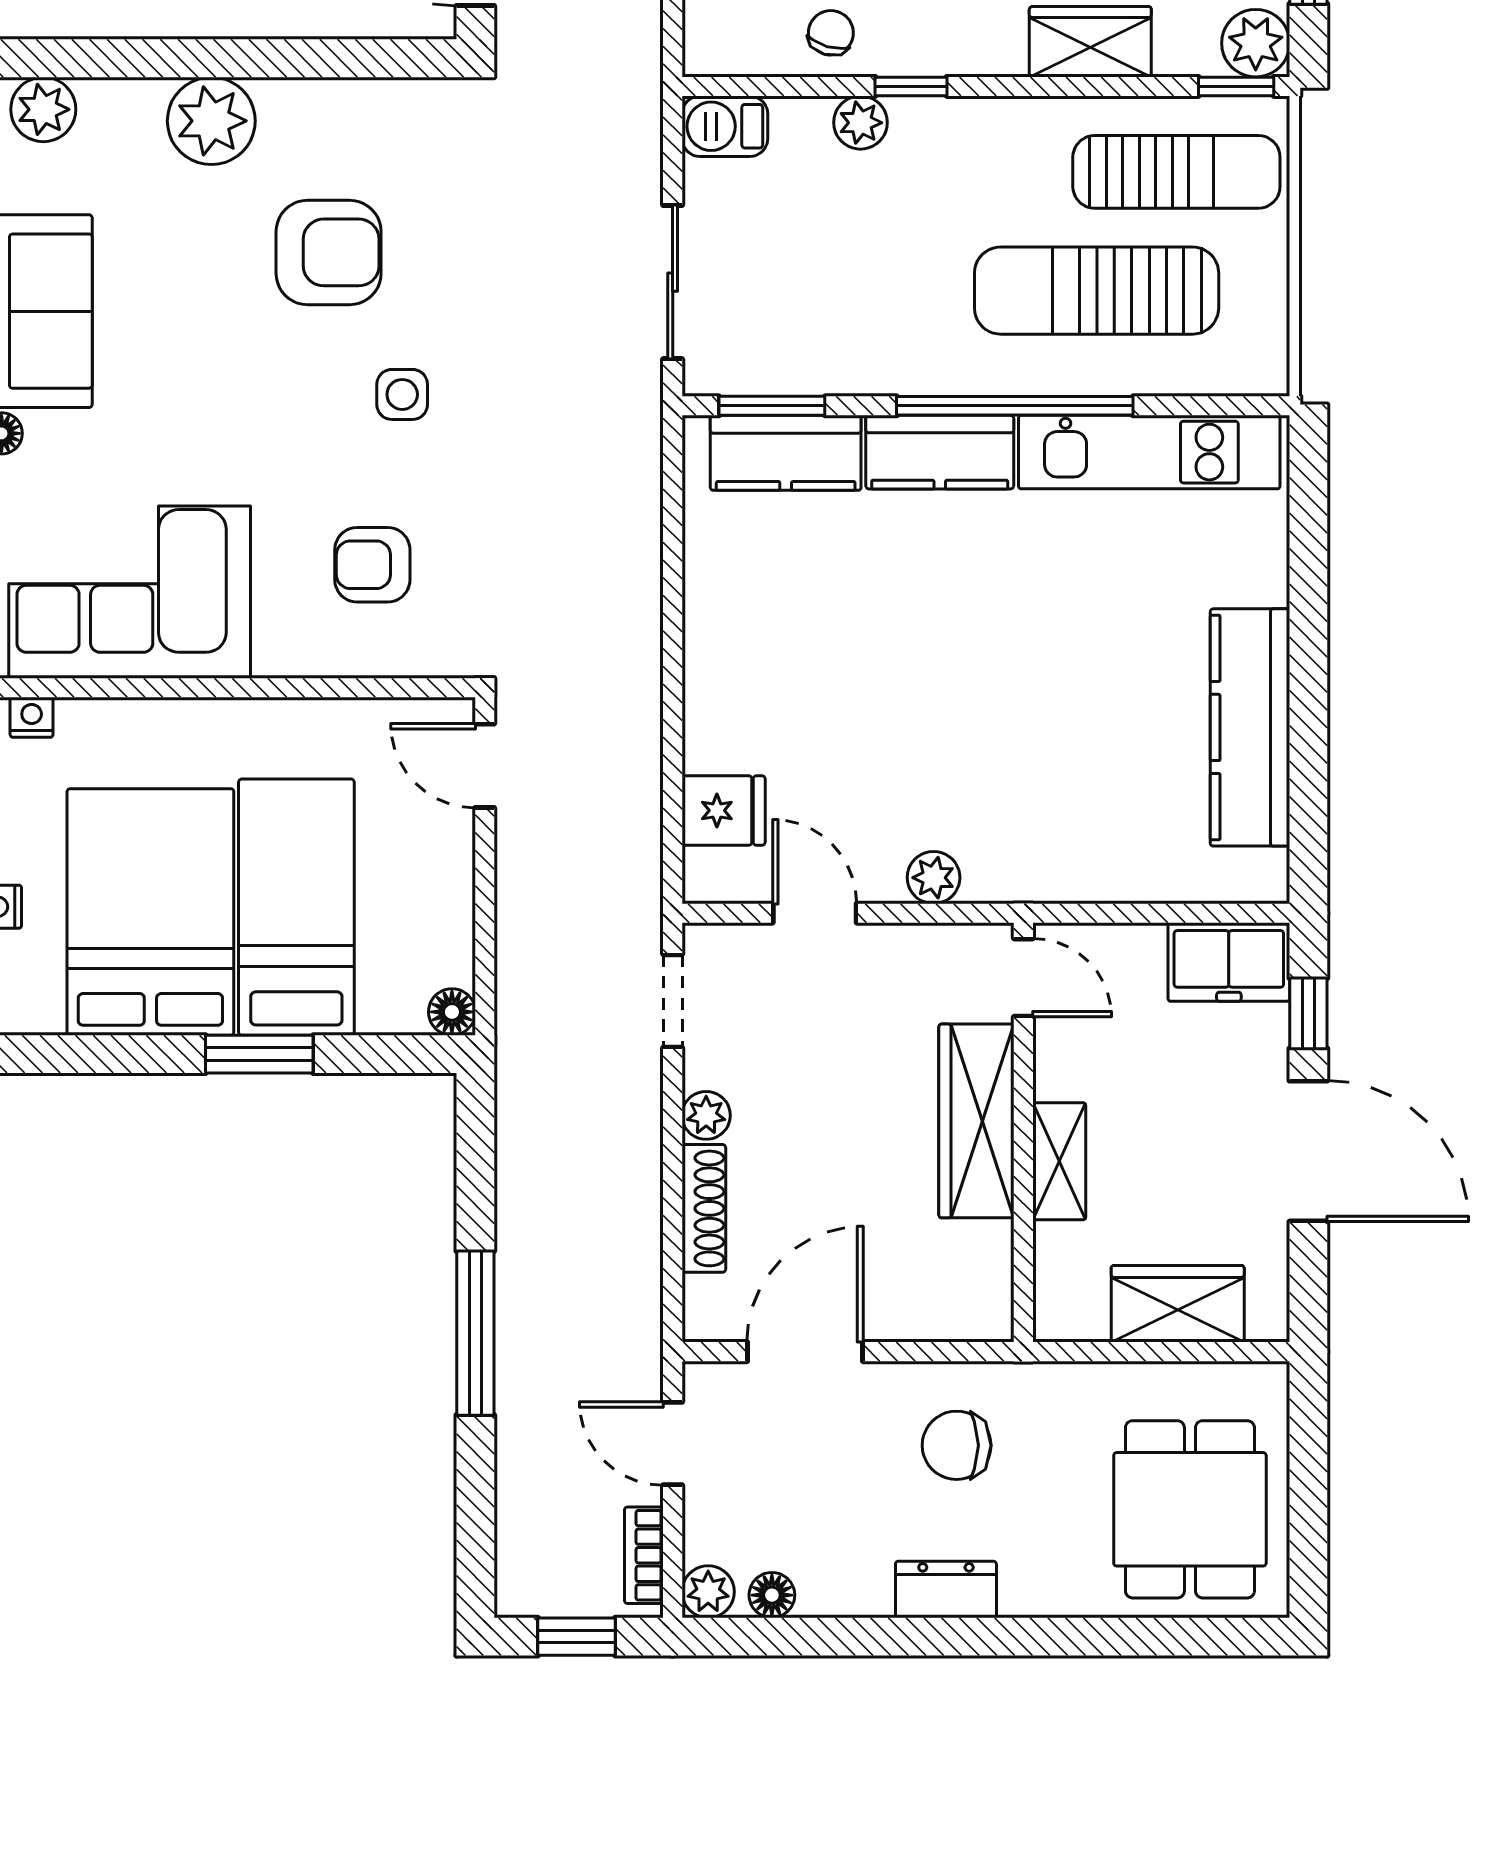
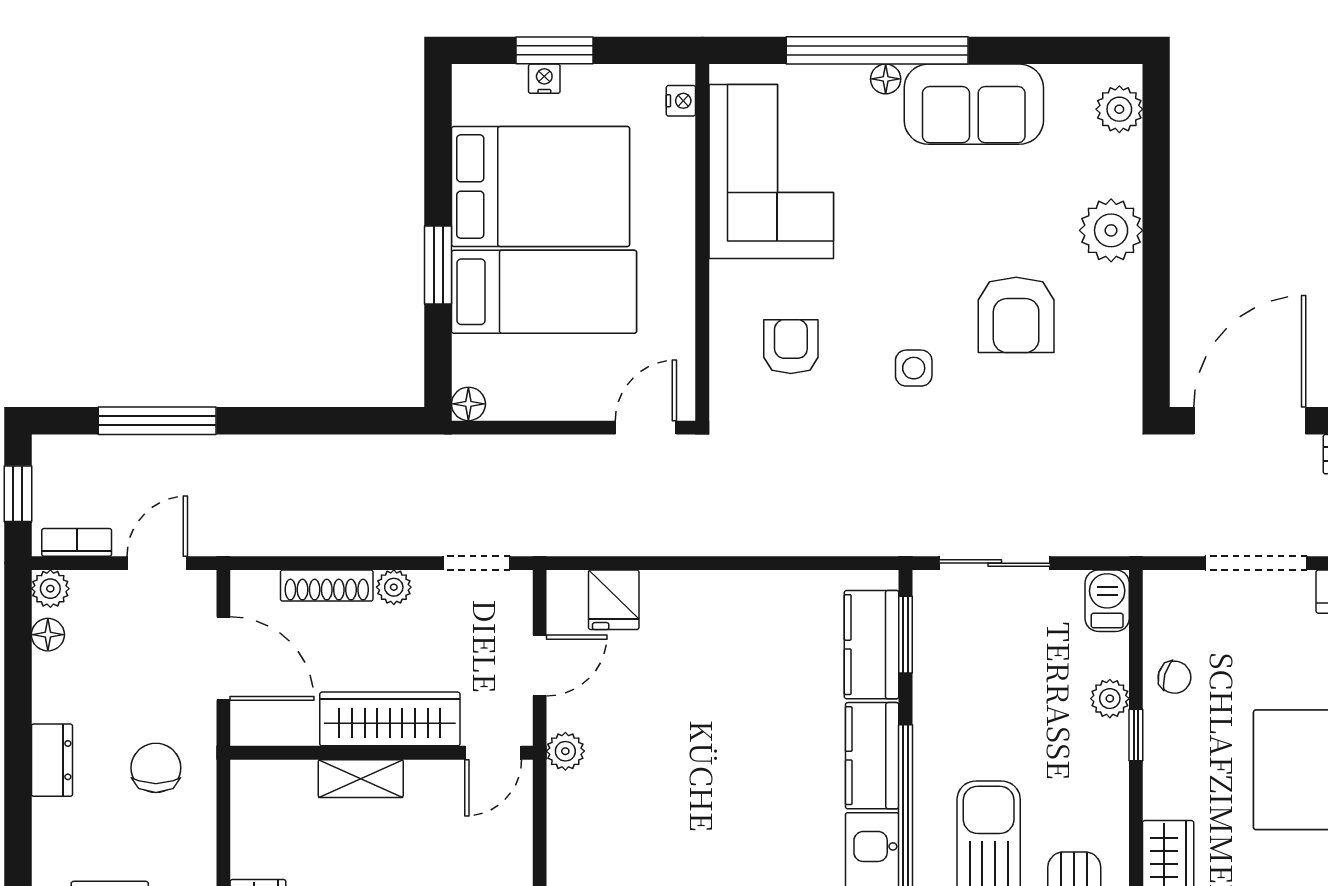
door: (1023, 978) -> (493, 753), moved
wardrobe: (976, 1121) -> (390, 719), moved
wall: (1023, 1132) -> (382, 753), moved
shelving: (1059, 1161) -> (361, 779), moved
window: (475, 1333) -> (157, 421), moved

